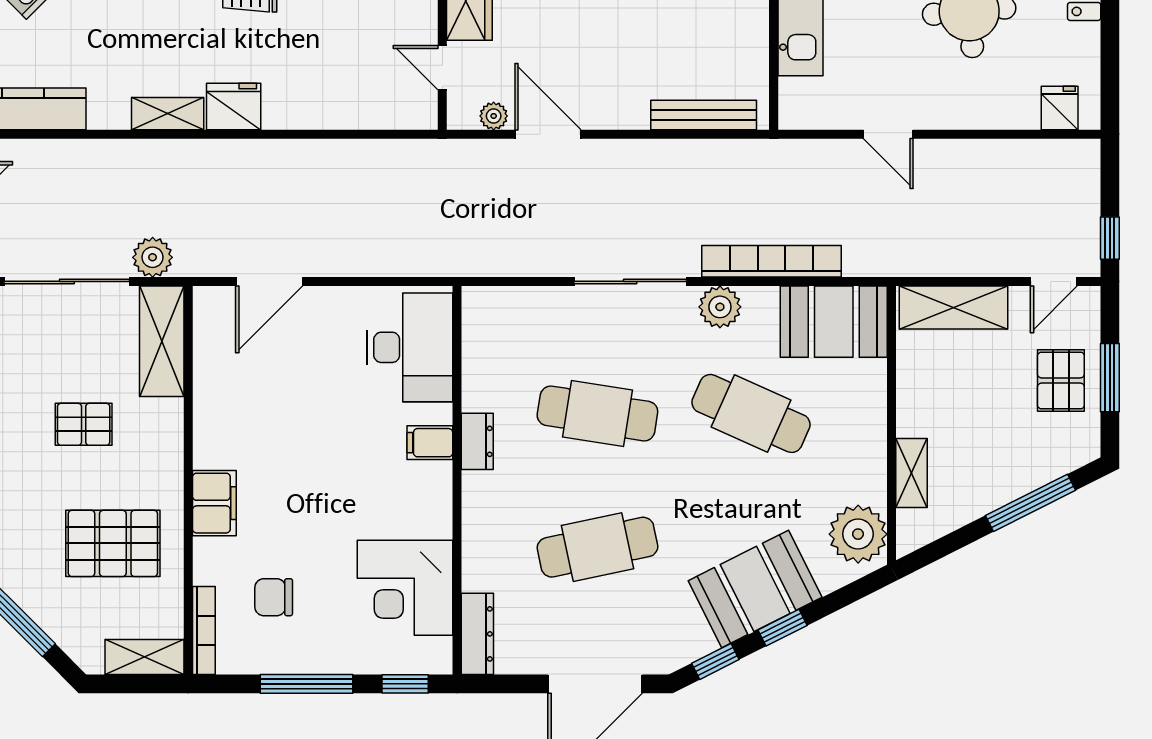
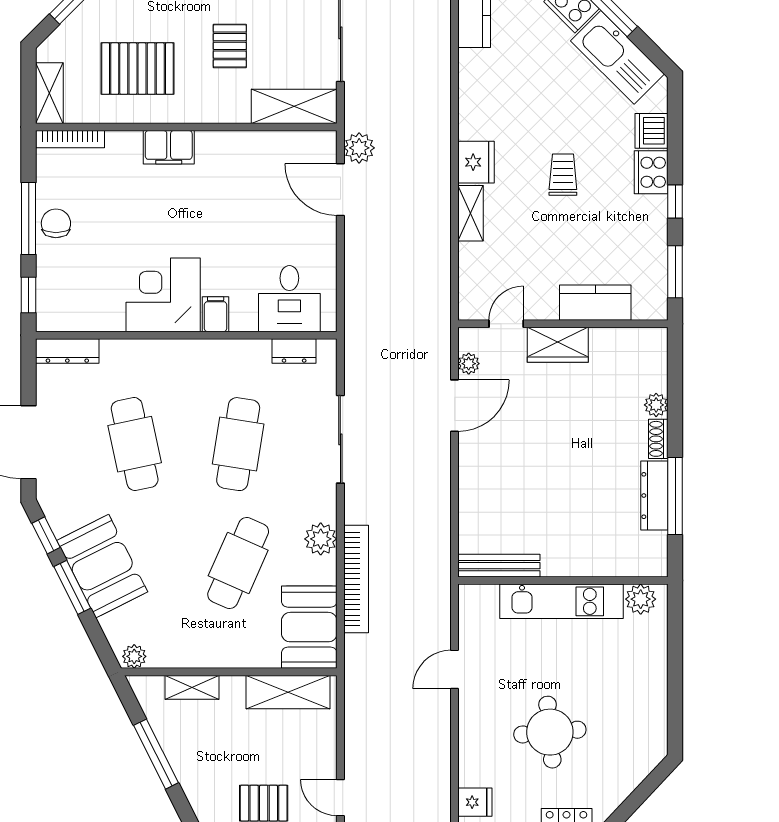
shelving: (168, 114) -> (471, 213), moved
bench: (704, 115) -> (499, 566), moved, turned 90
plant: (153, 257) -> (359, 148), moved
sliding door: (630, 281) -> (340, 439), moved
shelving: (953, 308) -> (288, 692), moved, turned 90
desk: (410, 347) -> (289, 299), width x0.73
dresser: (477, 441) -> (294, 351), moved
window: (1031, 503) -> (156, 754), moved
plant: (858, 534) -> (134, 656), width x0.53, depth x0.53
pallet: (113, 543) -> (137, 69), turned 90
corner desk: (405, 588) -> (163, 295), moved
chair: (274, 597) -> (56, 223), moved
window: (782, 628) -> (72, 587), width x1.50

